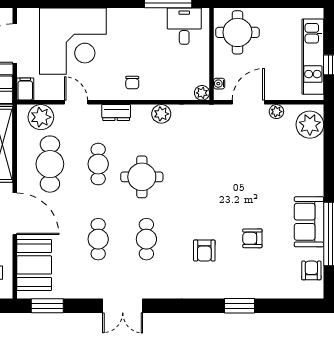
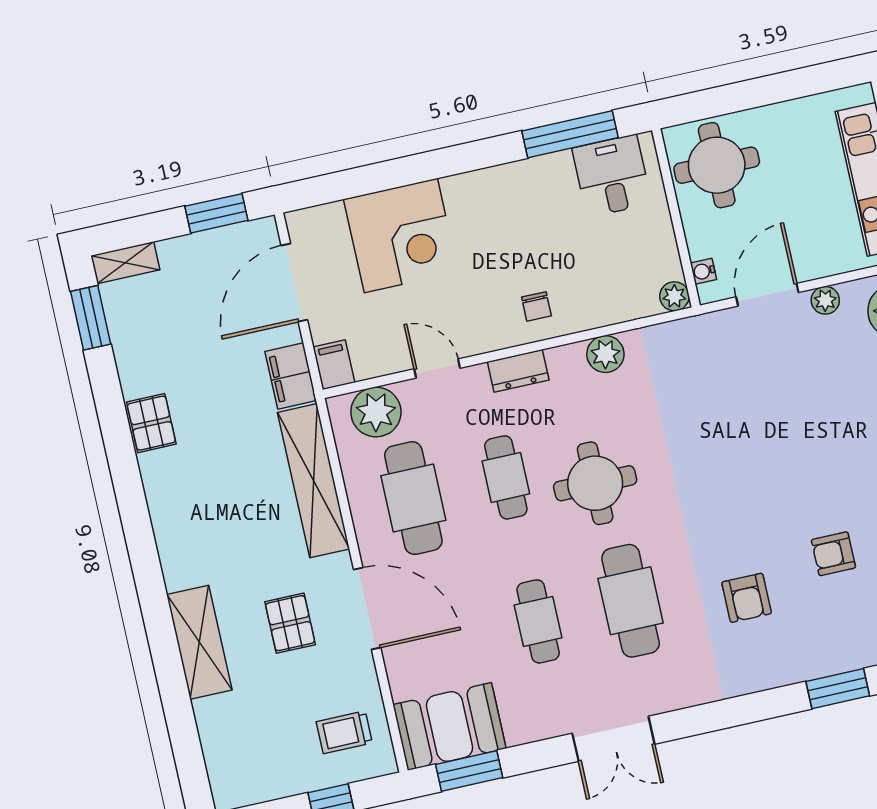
corner desk: (73, 41) -> (401, 236), width x0.74, depth x0.74
cafe table: (146, 239) -> (631, 601), width x1.37, depth x1.35
booth: (34, 265) -> (449, 727), moved, turned 90

